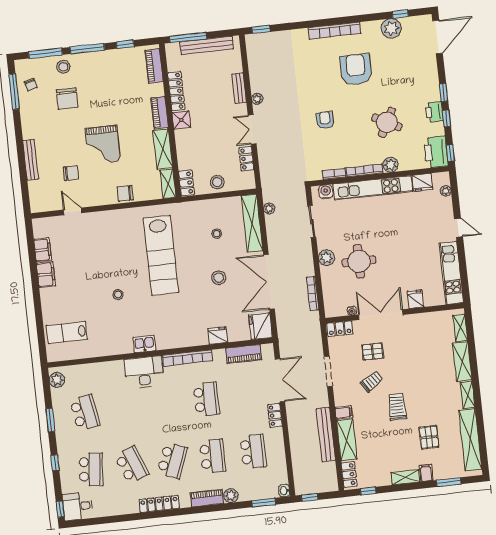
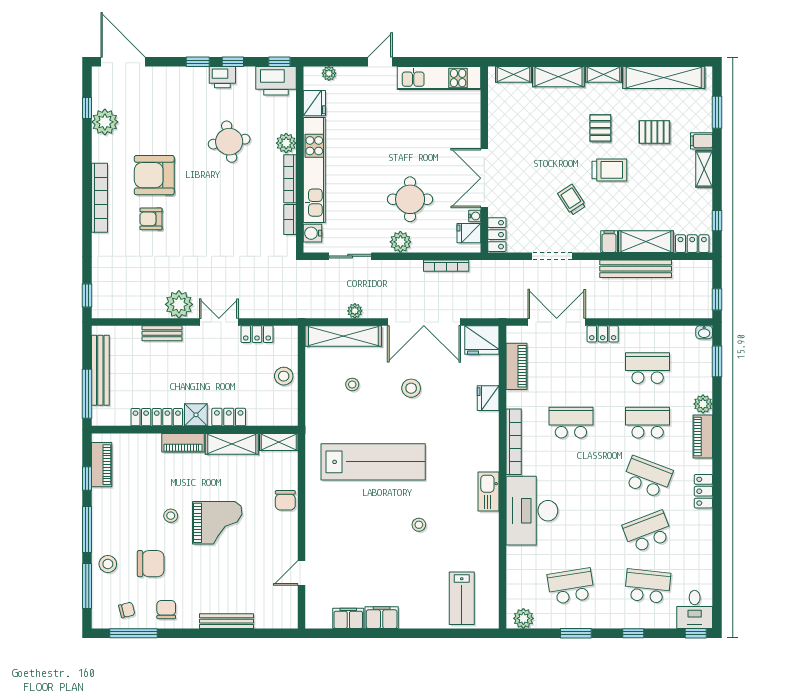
piano: (154, 66) -> (102, 465), moved, turned -90
plant: (257, 99) -> (179, 304), width x1.87, depth x1.87
stool: (104, 110) -> (171, 516), added
armchair: (325, 120) -> (151, 219), moved
round table: (387, 122) -> (229, 142), turned -37
double door: (252, 129) -> (219, 322), swing flipped
chair: (71, 173) -> (166, 610), moved
locker: (187, 183) -> (229, 417), moved
plant: (269, 208) -> (355, 311), moved
fridge: (416, 299) -> (469, 233), moved
kitchen sink: (144, 344) -> (488, 492), width x1.38
pallet: (373, 352) -> (600, 128), moved
desk: (144, 372) -> (532, 511), width x1.36, depth x1.30
trolley: (397, 407) -> (609, 170), turned 180
locker: (159, 504) -> (703, 491), width x0.66

